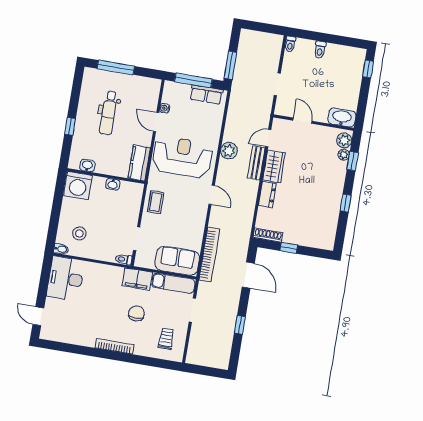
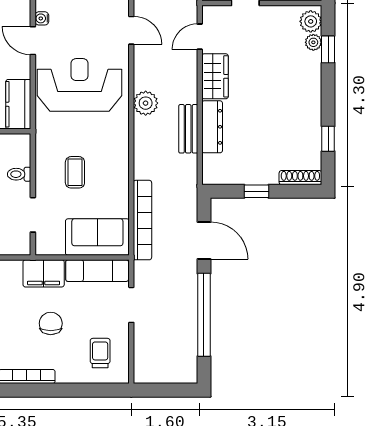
plant: (229, 151) -> (146, 103), moved
bench: (256, 163) -> (188, 129), moved
door: (212, 195) -> (131, 30), moved
dresser: (267, 195) -> (212, 127), width x1.44
coffee table: (156, 202) -> (75, 172), moved
window: (346, 203) -> (328, 139), moved
shoe rack: (268, 235) -> (300, 178), moved
toilet: (124, 259) -> (19, 174), moved
window: (240, 325) -> (204, 315), width x3.17

